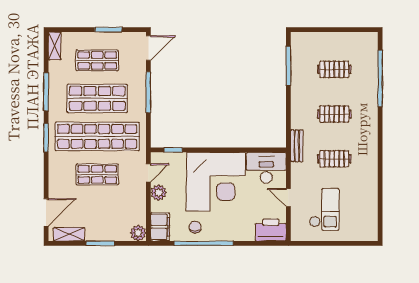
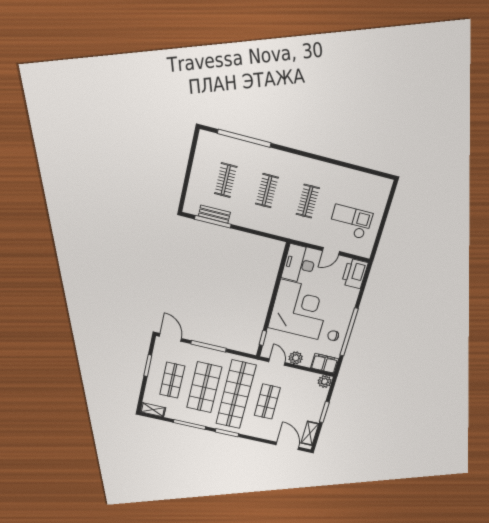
bench: (297, 146) -> (214, 214), moved

